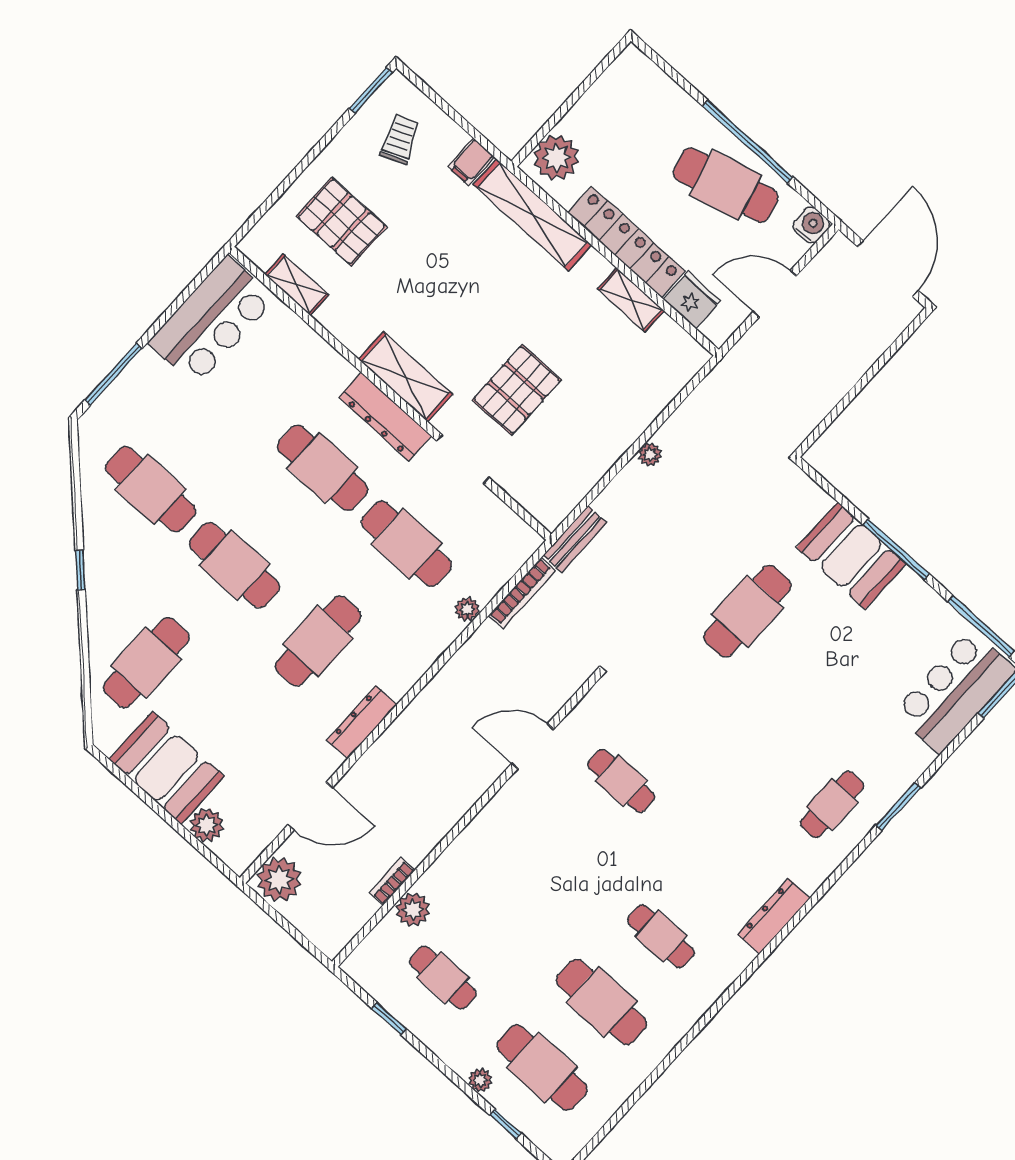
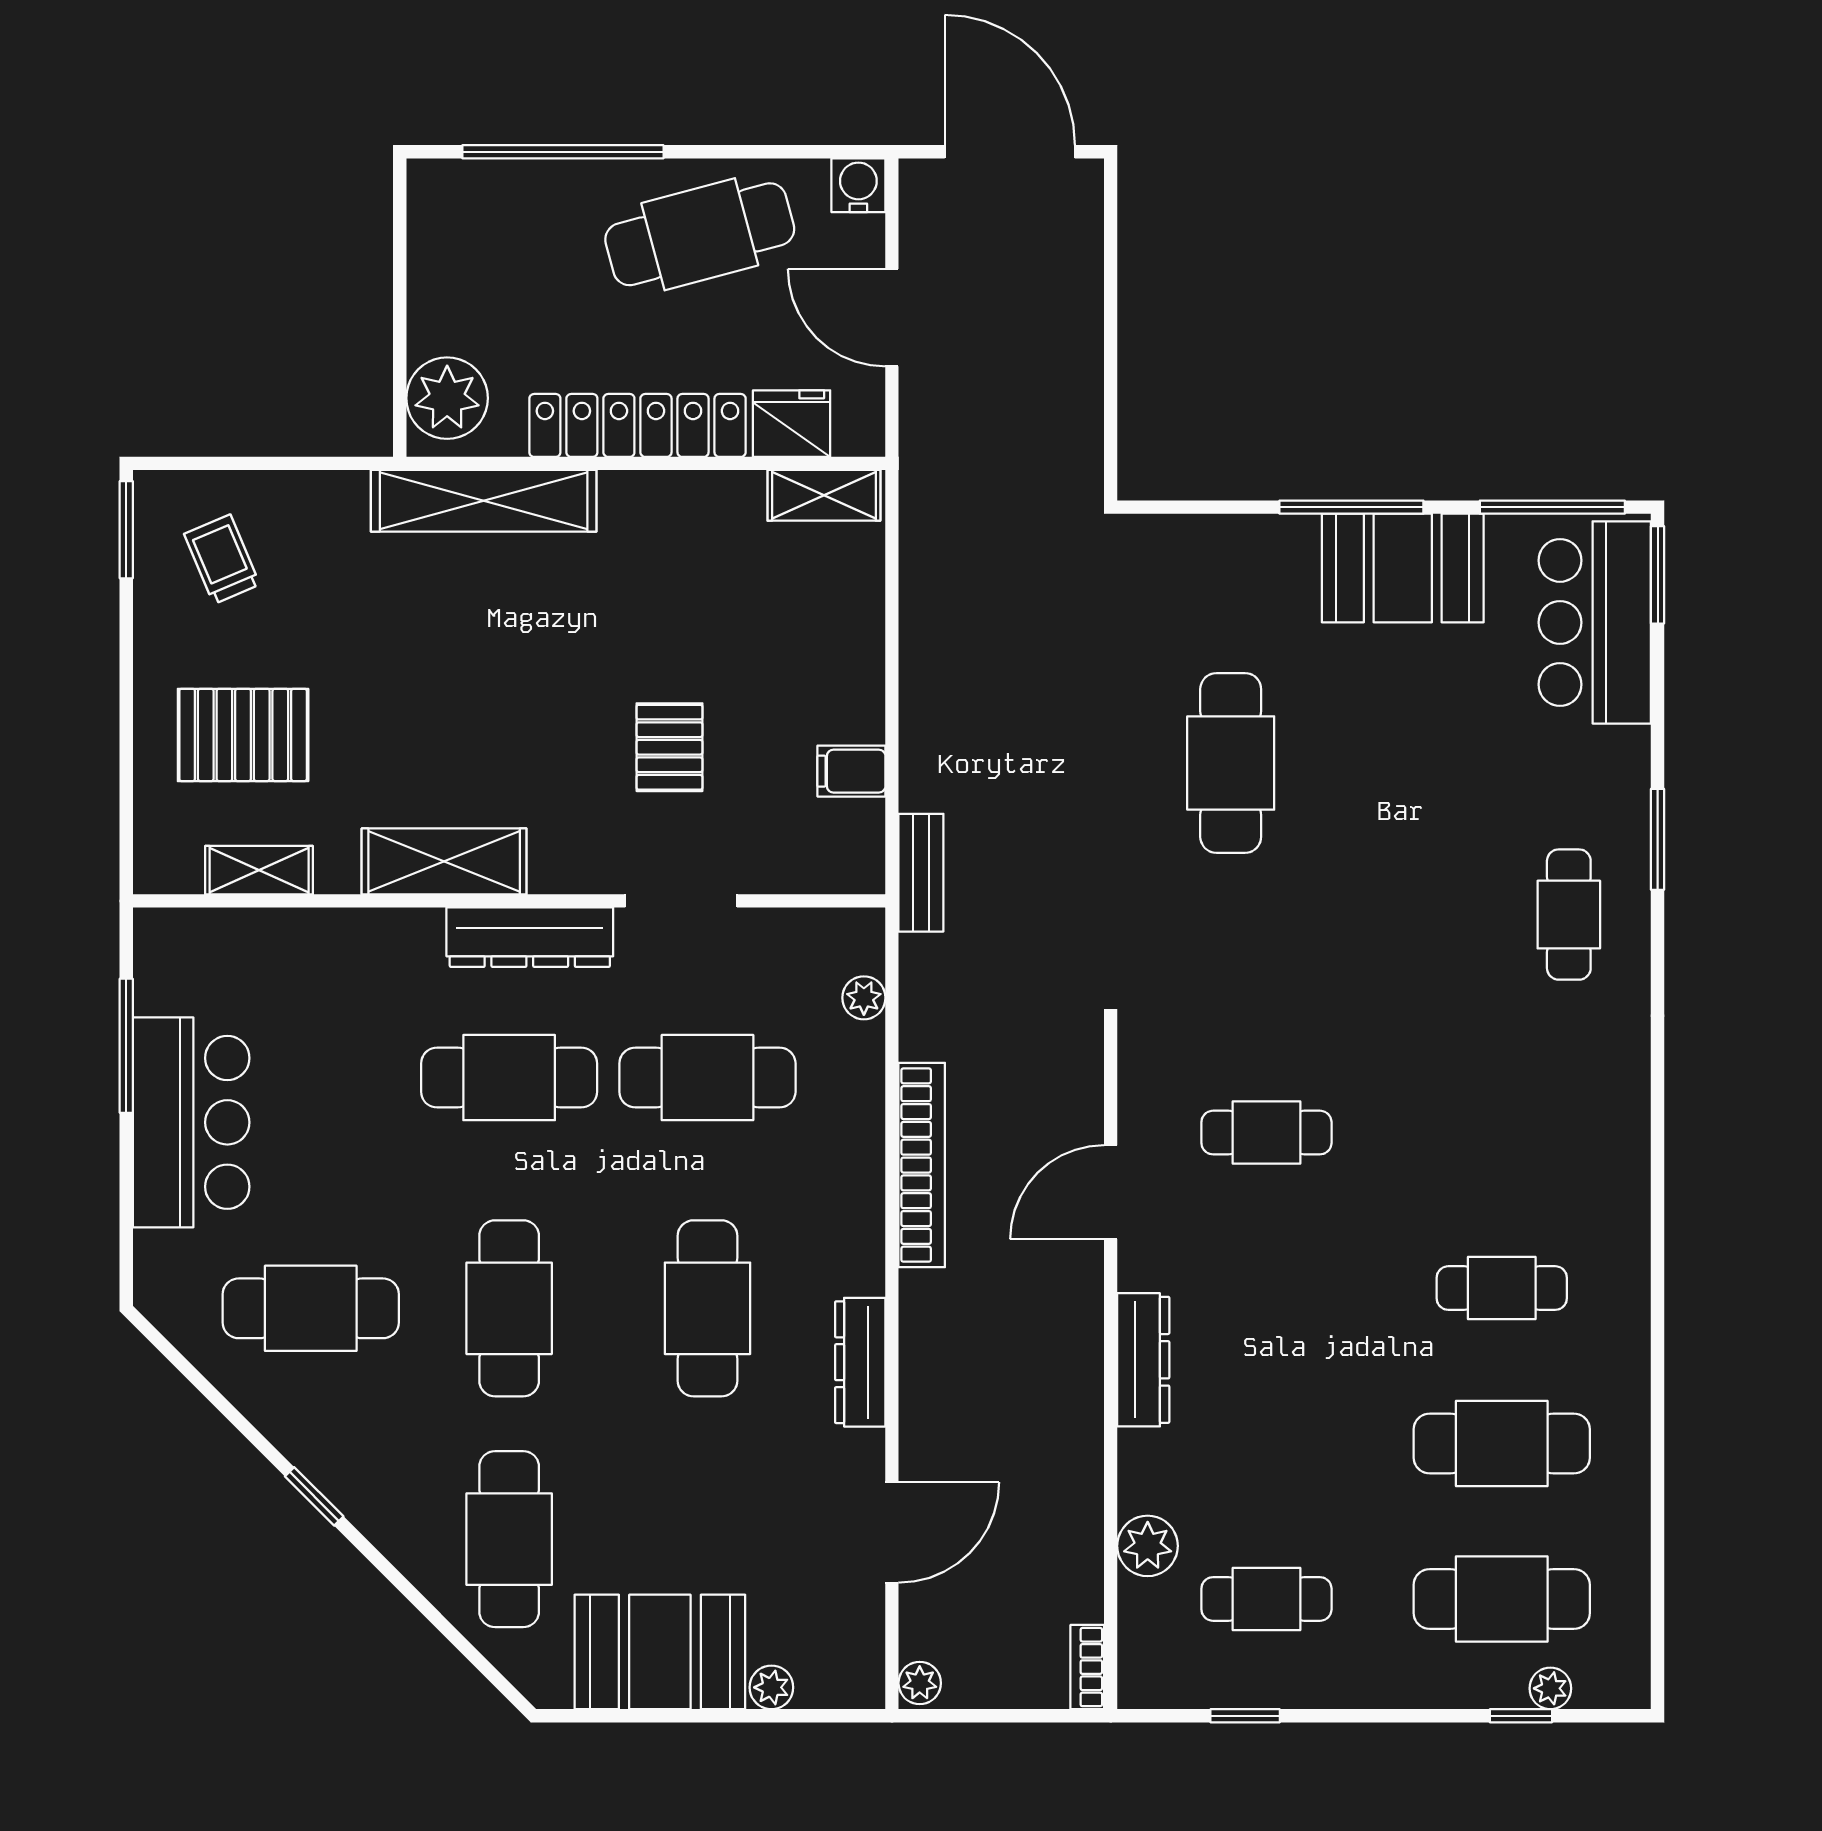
window: (748, 142) -> (563, 152), moved
filing cabinet: (471, 162) -> (851, 771), moved, turned 90
door: (775, 294) -> (892, 318), hinge flipped
shelving: (631, 300) -> (824, 495), moved
bar counter: (212, 321) -> (191, 1122), moved
window: (113, 374) -> (126, 1046), moved
shelving: (405, 377) -> (444, 861), moved
pallet: (517, 390) -> (669, 747), width x0.67, depth x0.71
plant: (650, 454) -> (919, 674), removed
booth: (851, 556) -> (1403, 568), moved
cafe table: (234, 565) -> (509, 1308), turned 90
bookcase: (522, 593) -> (922, 1165), moved, width x1.48, depth x1.31
plant: (467, 609) -> (864, 998), moved
plant: (207, 825) -> (771, 1687), width x0.73, depth x0.73
plant: (279, 880) -> (920, 1683), width x0.53, depth x0.53
bookcase: (392, 881) -> (1087, 1667), moved
dresser: (774, 916) -> (1143, 1360), moved, turned 180
plant: (480, 1080) -> (1550, 1688), moved

